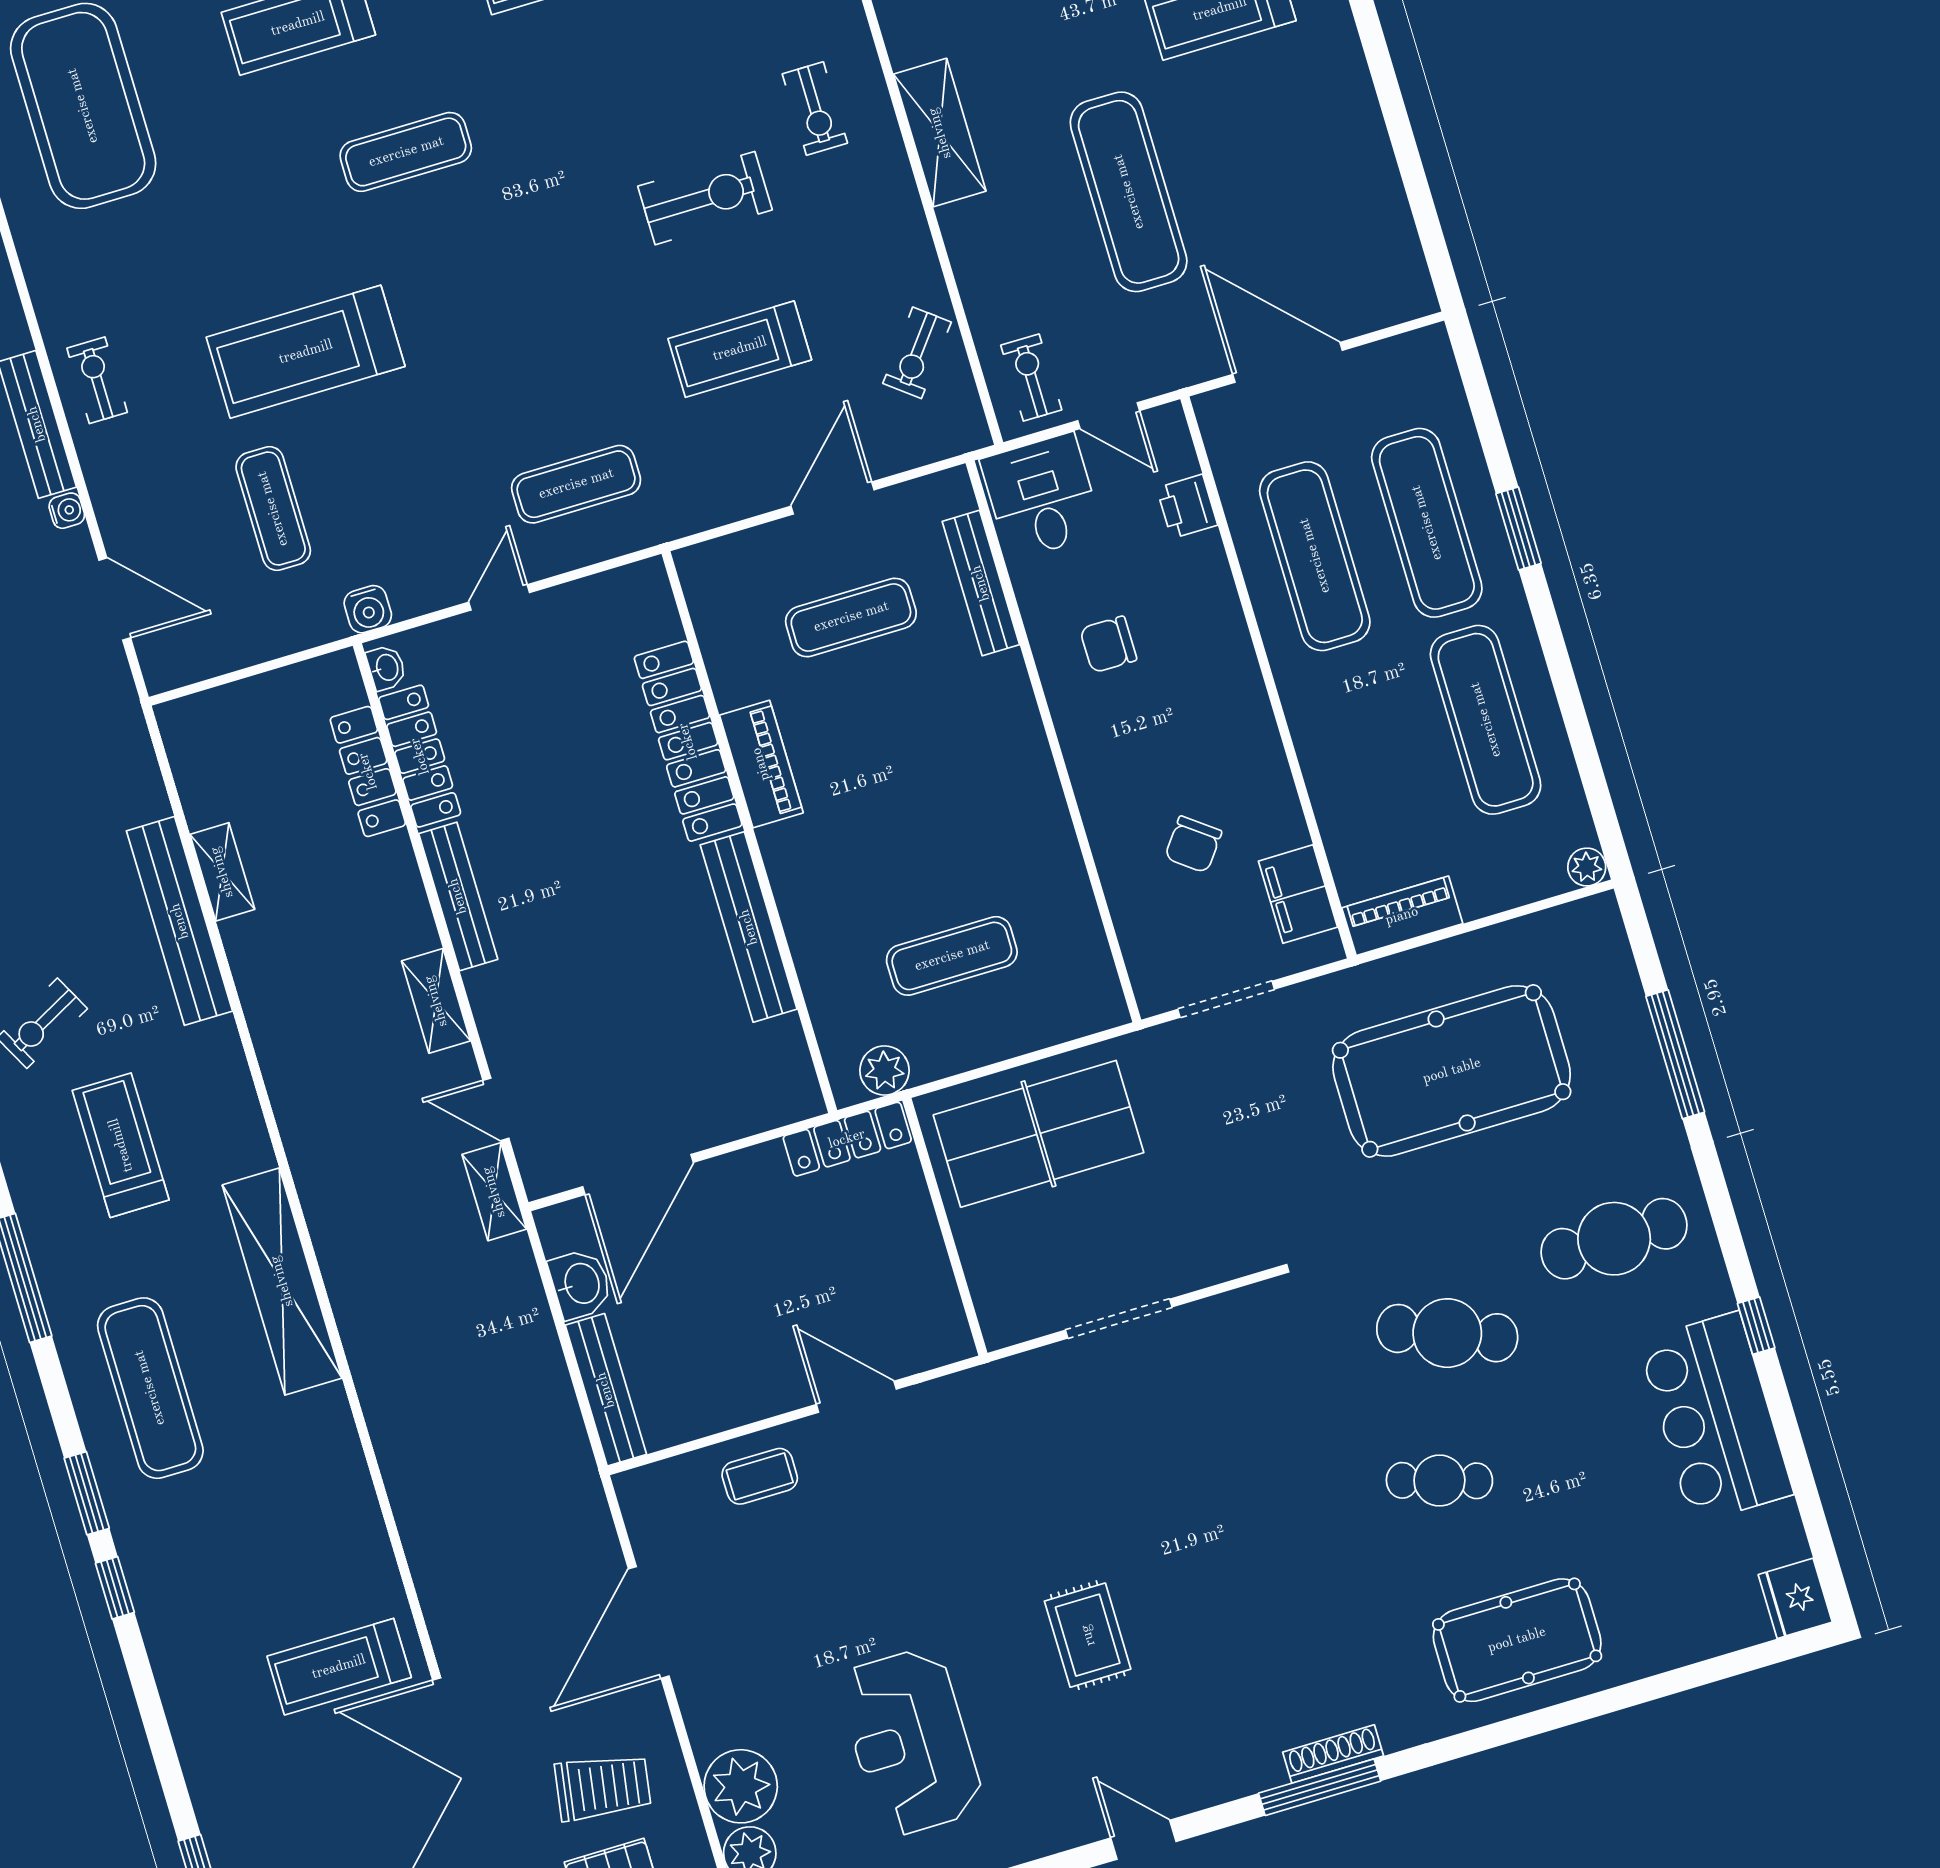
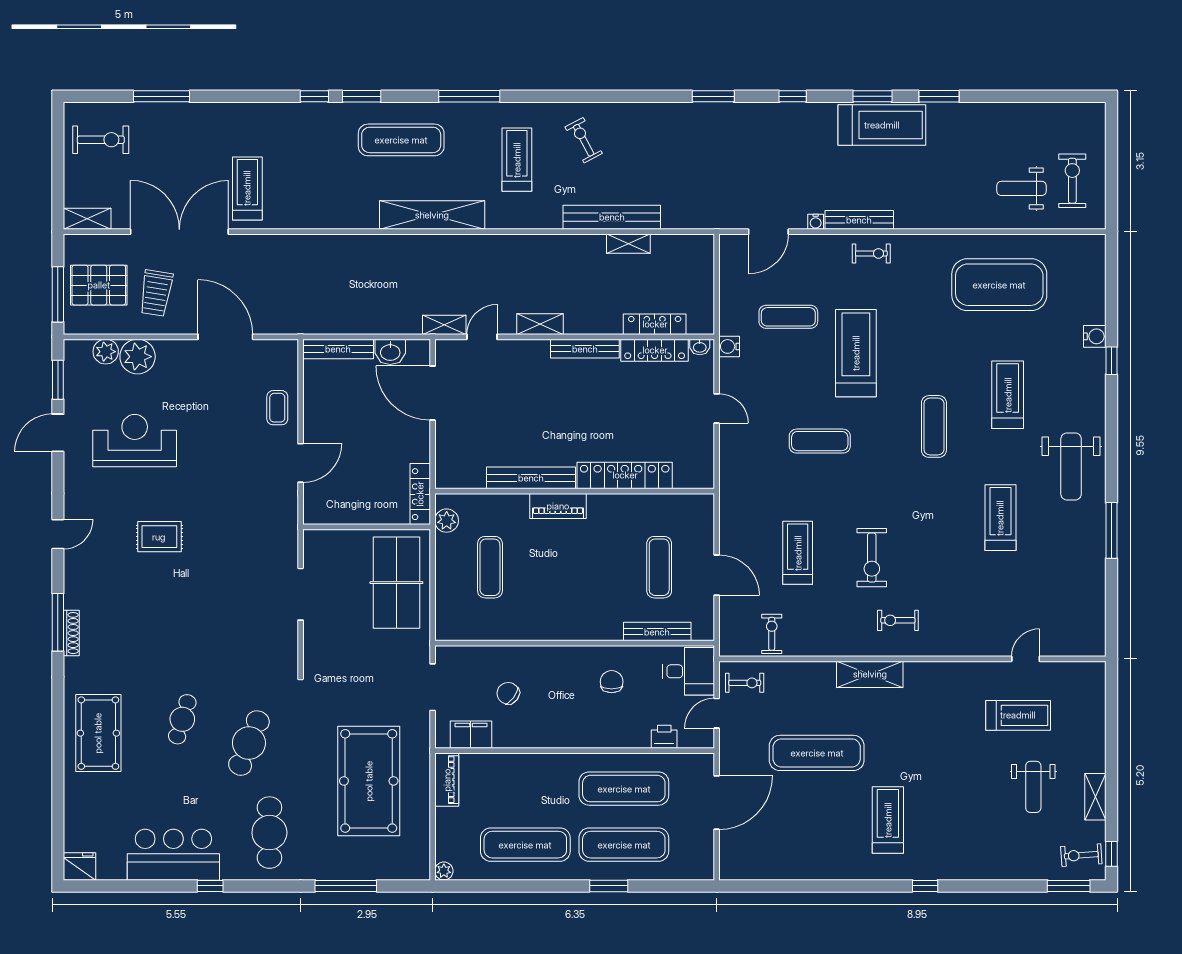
exercise bike: (917, 353) -> (772, 634), turned 52
exercise mat: (576, 484) -> (820, 441), moved, turned 90
piano: (761, 764) -> (558, 506), moved
treadmill: (121, 1145) -> (517, 160), turned -90

